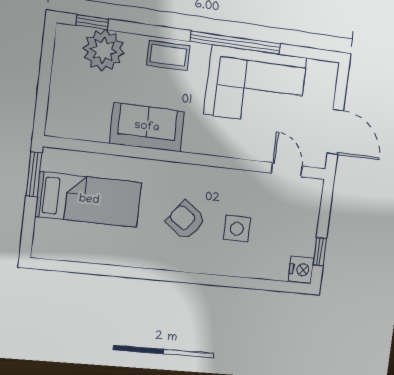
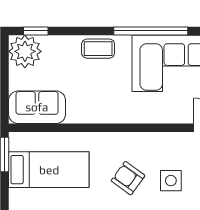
plant: (104, 50) -> (25, 51), moved
sofa: (147, 127) -> (37, 107), moved

